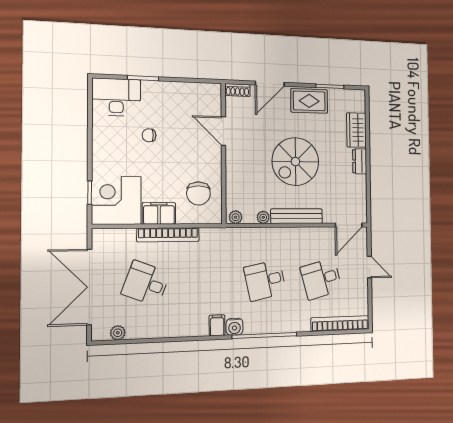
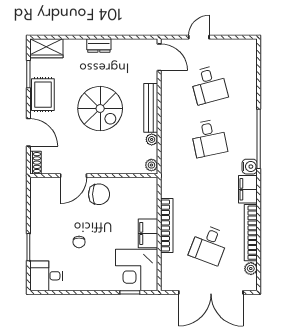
desk: (116, 97) -> (46, 276), width x0.73
wardrobe: (356, 130) -> (46, 48), moved
chair: (198, 193) -> (99, 194), moved
bookcase: (340, 324) -> (251, 233), moved
filing cabinet: (217, 325) -> (248, 189), width x2.00

